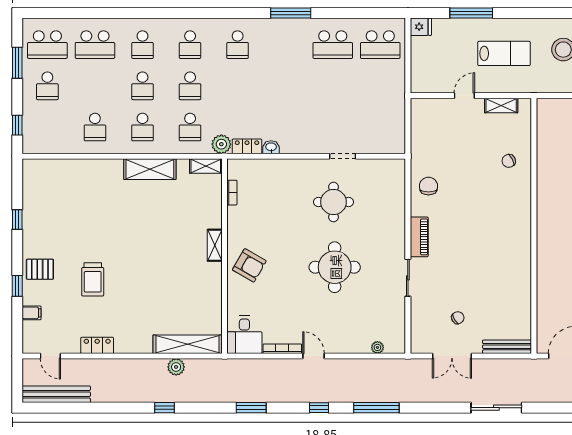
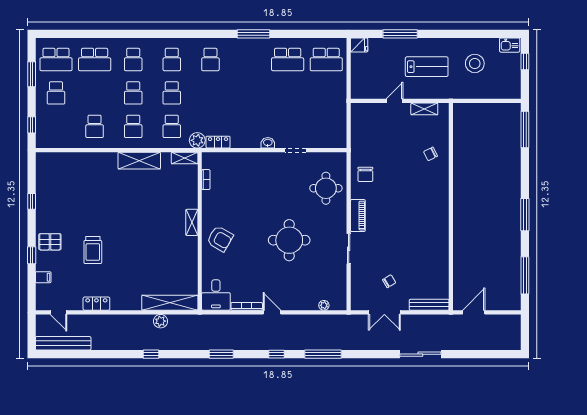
washbasin: (271, 147) -> (268, 143), moved
chair: (428, 186) -> (365, 174), turned 180
round table: (334, 202) -> (326, 188), moved

